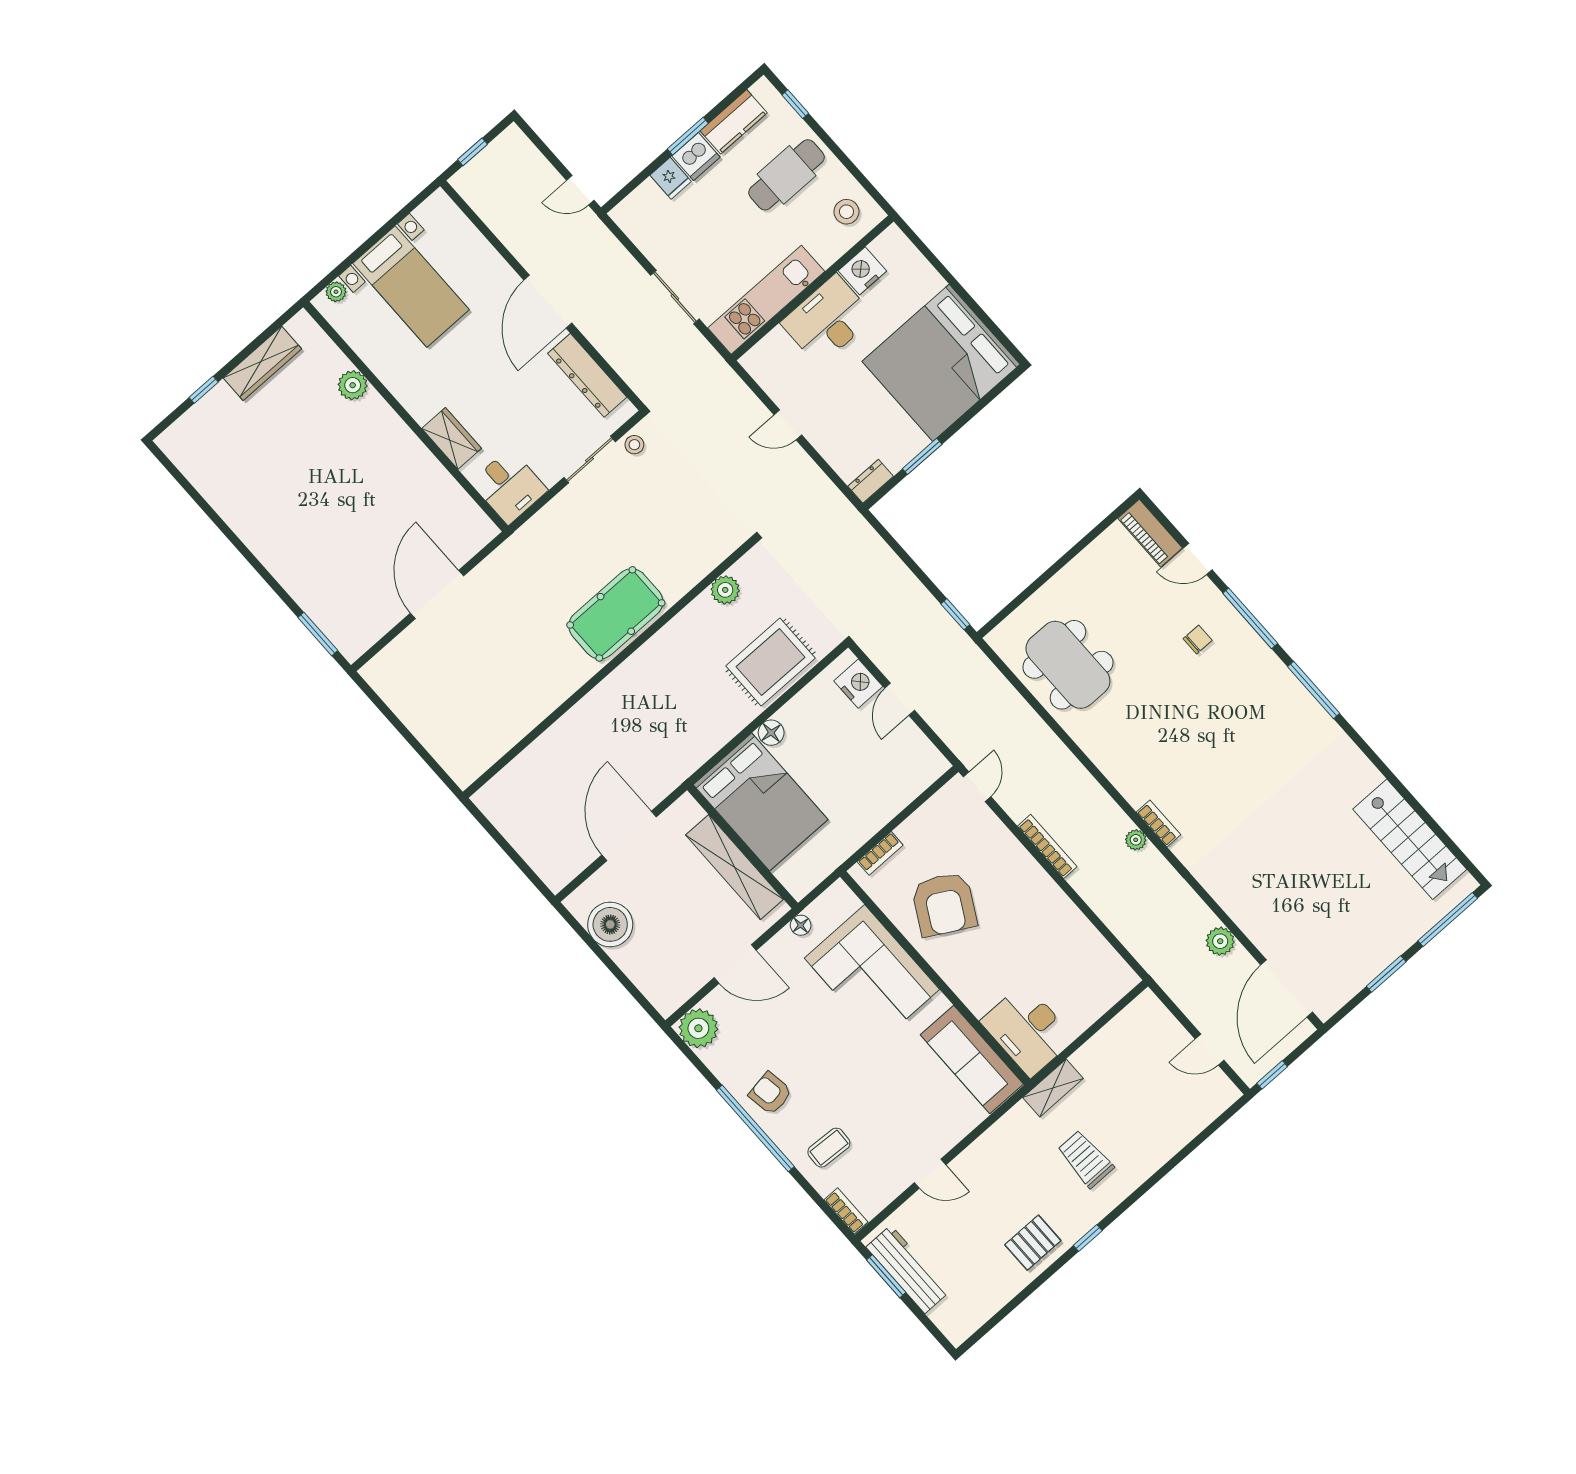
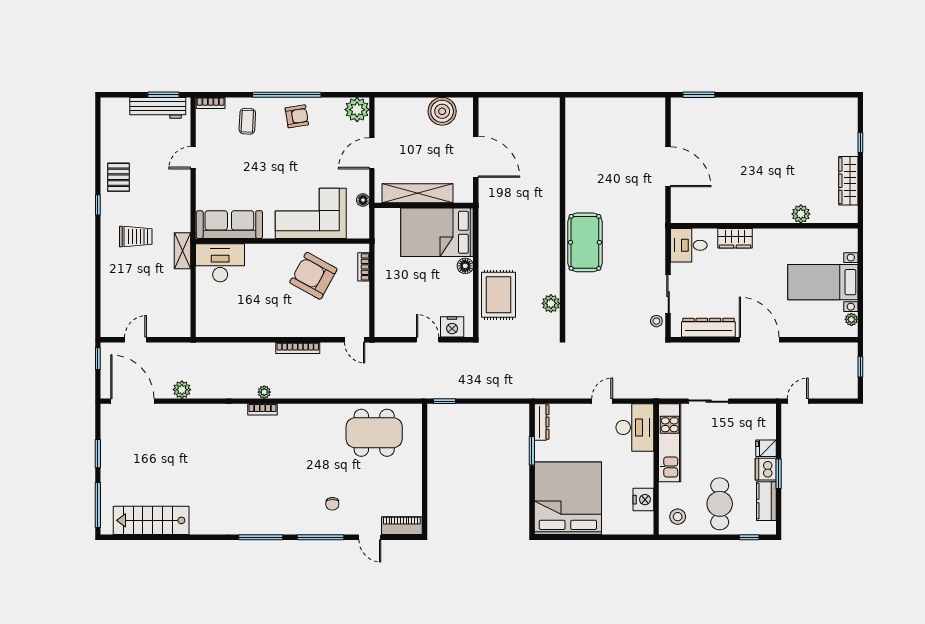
plant: (336, 292) -> (851, 319), moved
desk: (828, 320) -> (635, 427), moved
dresser: (871, 481) -> (542, 422), width x1.44
door: (1198, 559) -> (370, 537), swing flipped

